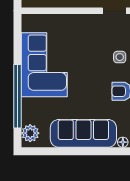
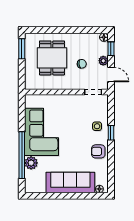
plant: (30, 133) -> (31, 163), moved

